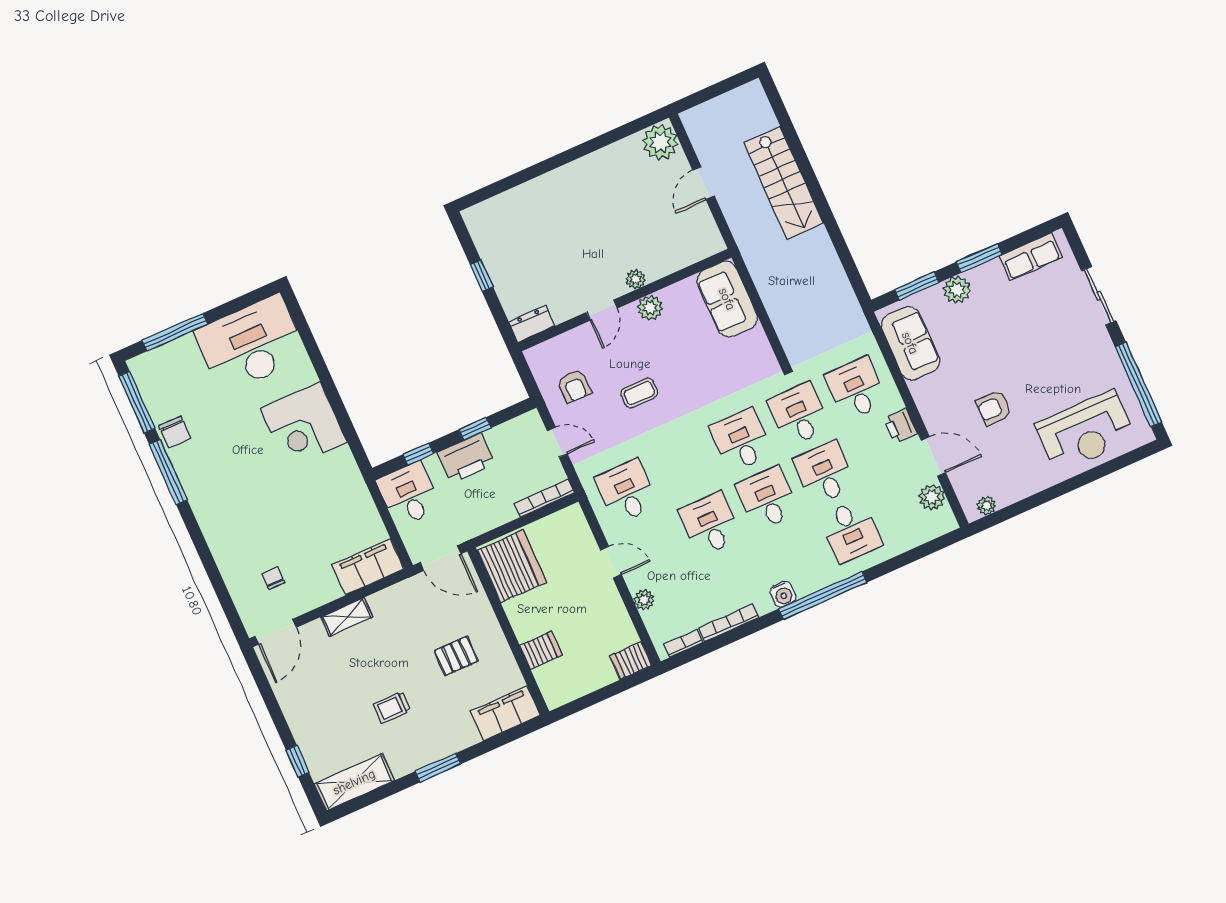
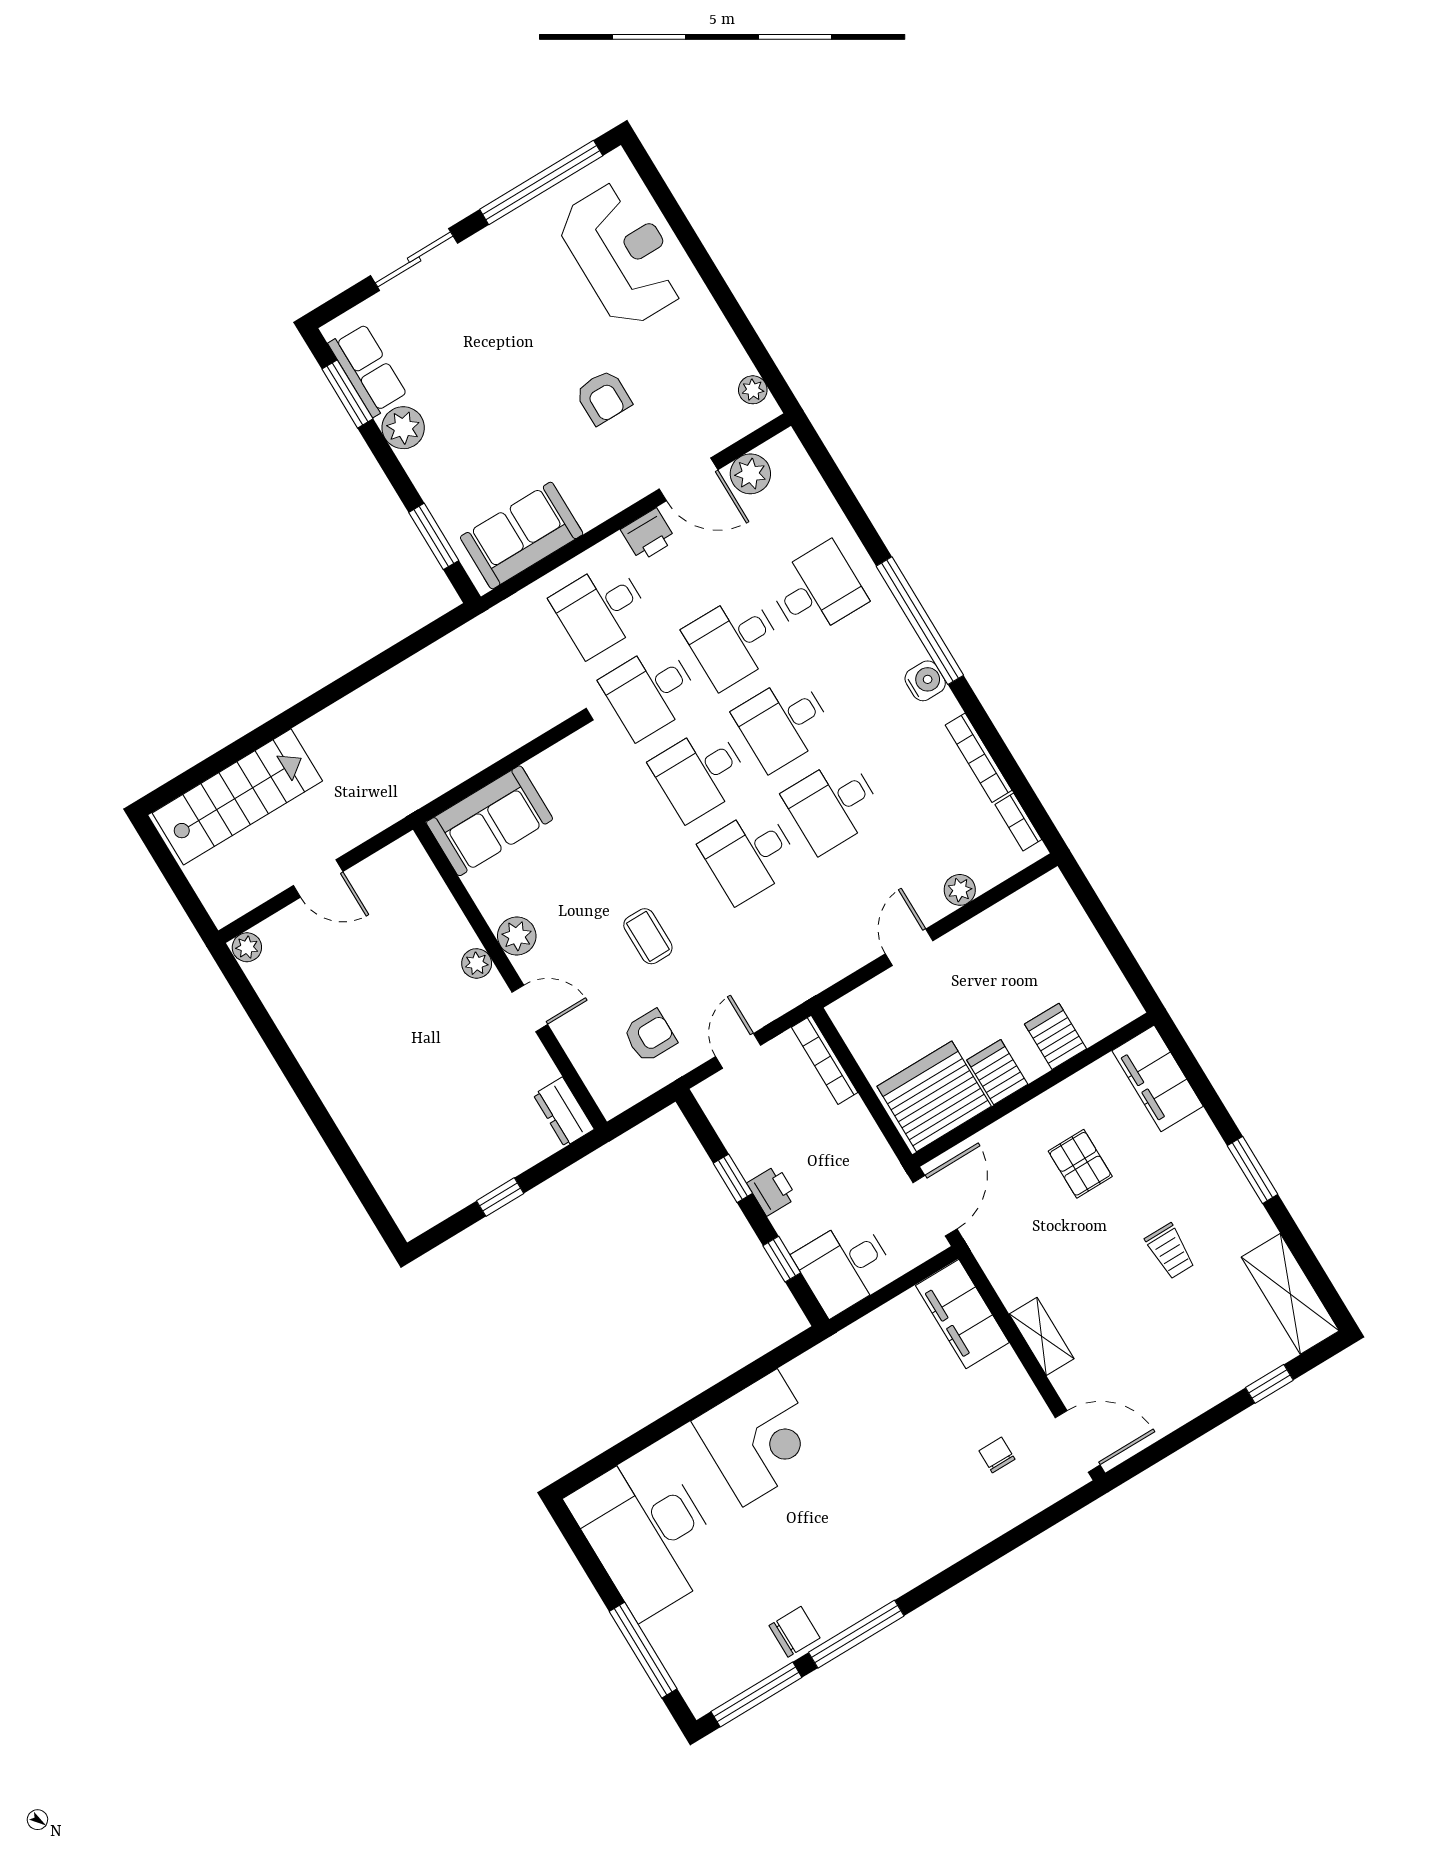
plant: (660, 142) -> (247, 947), width x0.53, depth x0.53
stairs: (784, 183) -> (237, 797), moved
window: (979, 258) -> (347, 394), moved
plant: (957, 290) -> (403, 428), moved
door: (933, 456) -> (688, 479), swing flipped
printer: (466, 458) -> (772, 1190), width x0.53, depth x0.68
desk: (626, 492) -> (750, 855), moved
chair: (273, 578) -> (997, 1455), turned 90
server rack: (631, 661) -> (997, 1072), moved, turned 180

